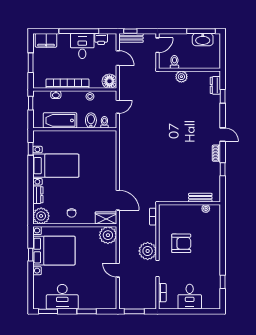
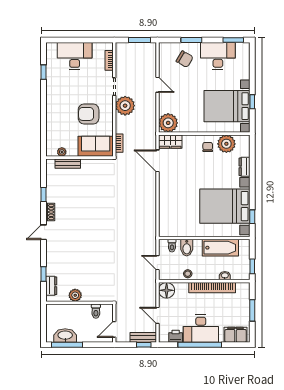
desk: (82, 46) -> (201, 329), width x1.37
plant: (181, 77) -> (75, 295), moved
door: (118, 107) -> (157, 263), hinge flipped
door: (223, 135) -> (43, 232), hinge flipped
bed with nightstands: (56, 166) -> (225, 206), width x1.36
sofa: (175, 214) -> (96, 146), added
plant: (41, 216) -> (226, 144), moved
chair: (93, 294) -> (185, 59), added
desk: (190, 297) -> (75, 56), width x1.37

